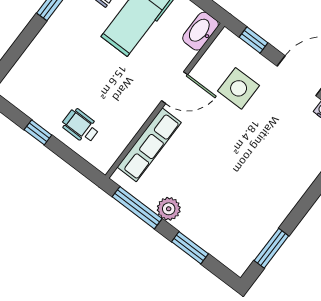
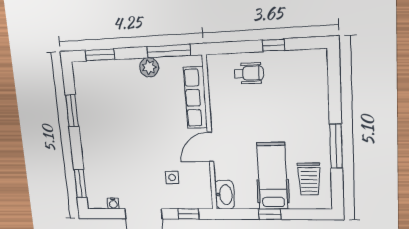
side table: (239, 88) -> (172, 178), width x0.54, depth x0.54
window: (190, 248) -> (100, 55), moved
window: (271, 248) -> (72, 111), moved

